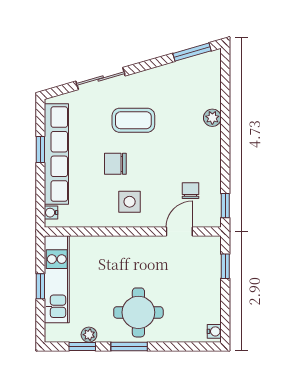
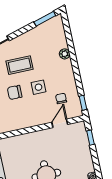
side table: (130, 202) -> (38, 87), moved

